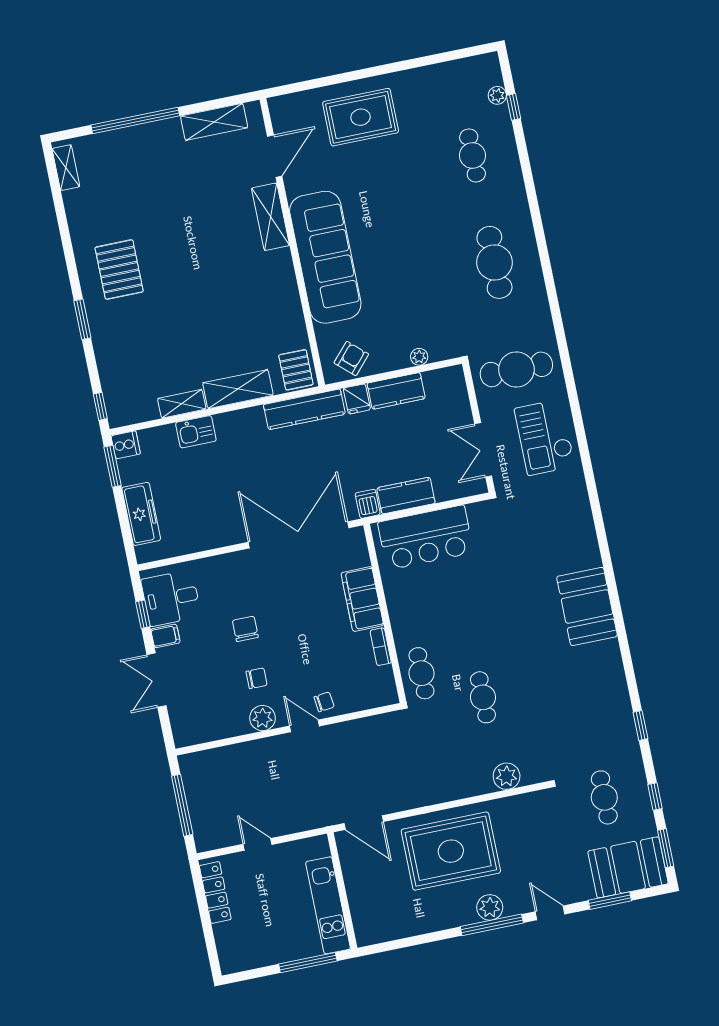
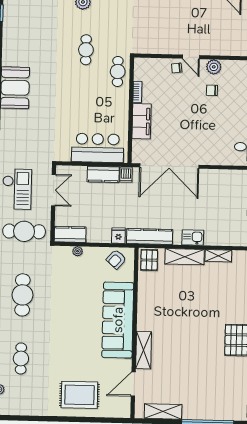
kitchen counter: (396, 391) -> (70, 234), moved
kitchen sink: (196, 432) -> (193, 237), moved
chair: (245, 629) -> (212, 120), removed

